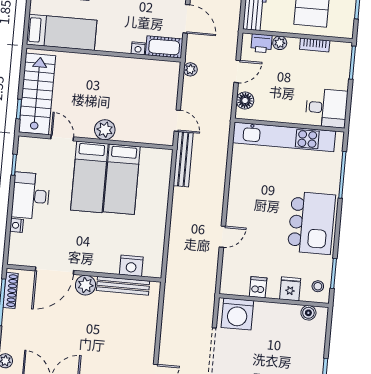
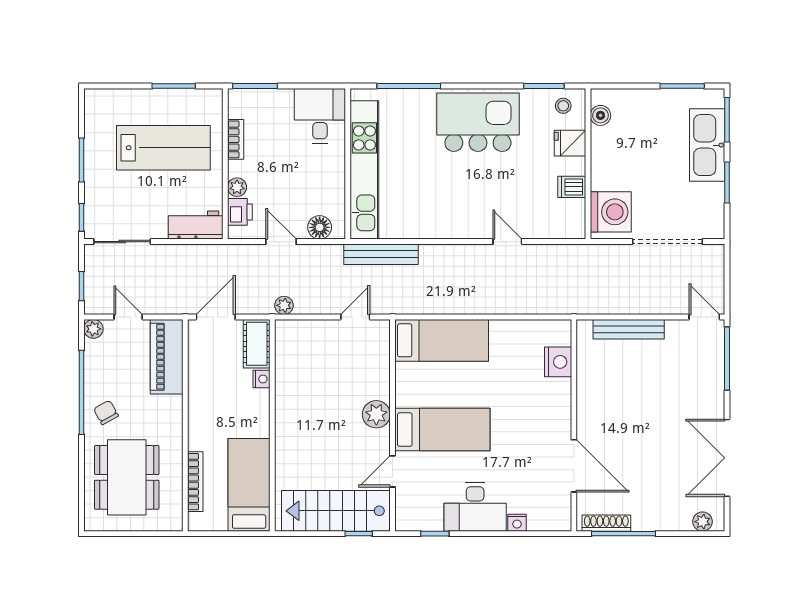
bench: (183, 159) -> (381, 254), moved
bed: (122, 179) -> (442, 340), moved
plant: (86, 285) -> (590, 422), removed
bench: (123, 286) -> (629, 329), moved, turned 90

